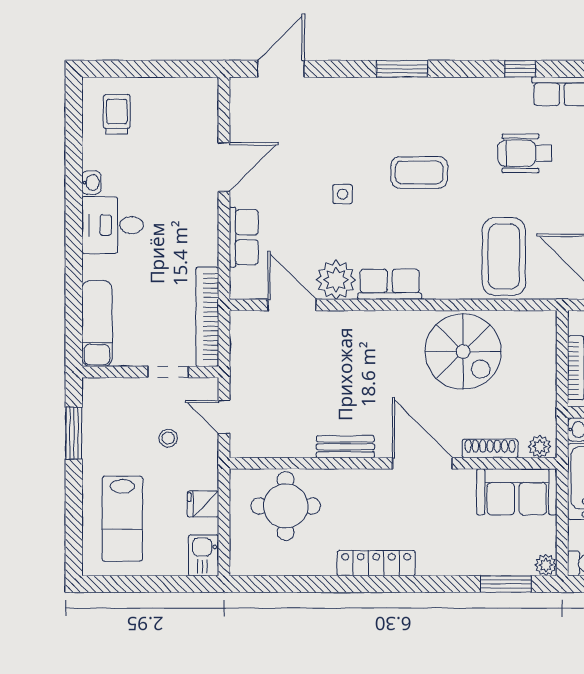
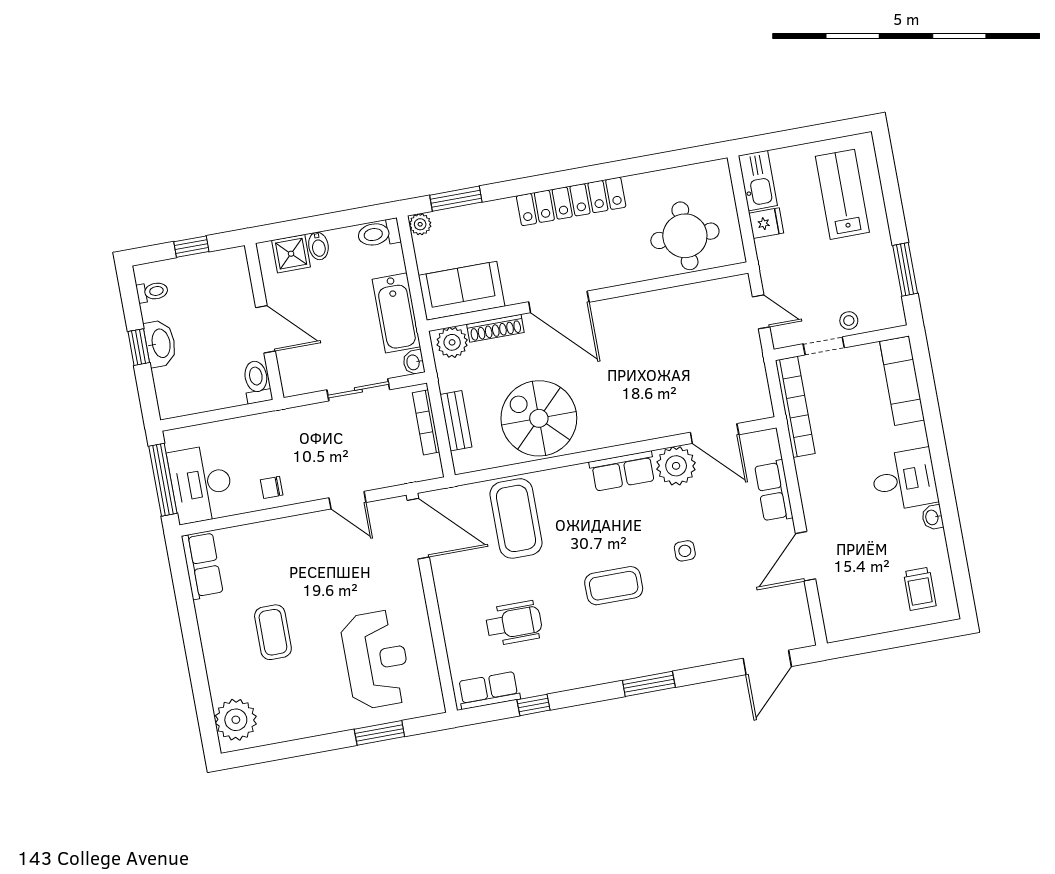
stool: (168, 438) -> (849, 321), moved
bench: (345, 447) -> (456, 421), moved, turned 90
plant: (540, 447) -> (452, 342), width x1.38, depth x1.38
kitchen sink: (204, 555) -> (758, 181), width x1.38
locker: (376, 563) -> (571, 201), width x1.41, depth x1.21

